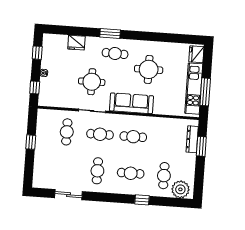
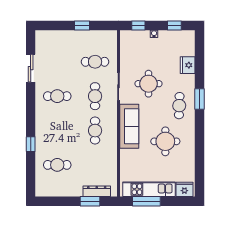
cafe table: (131, 173) -> (57, 131), removed
plant: (180, 189) -> (44, 183), removed

